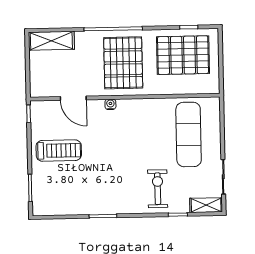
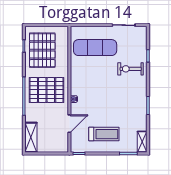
treadmill: (59, 151) -> (104, 134), turned 90
shelving: (206, 205) -> (142, 142), moved

